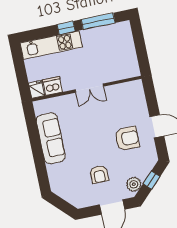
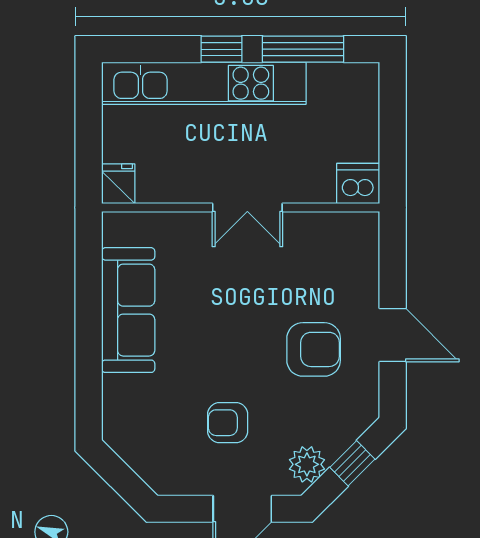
kitchen unit: (51, 45) -> (204, 83), width x1.36
dishwasher: (53, 86) -> (358, 184), moved
armchair: (99, 174) -> (228, 423), turned 90

